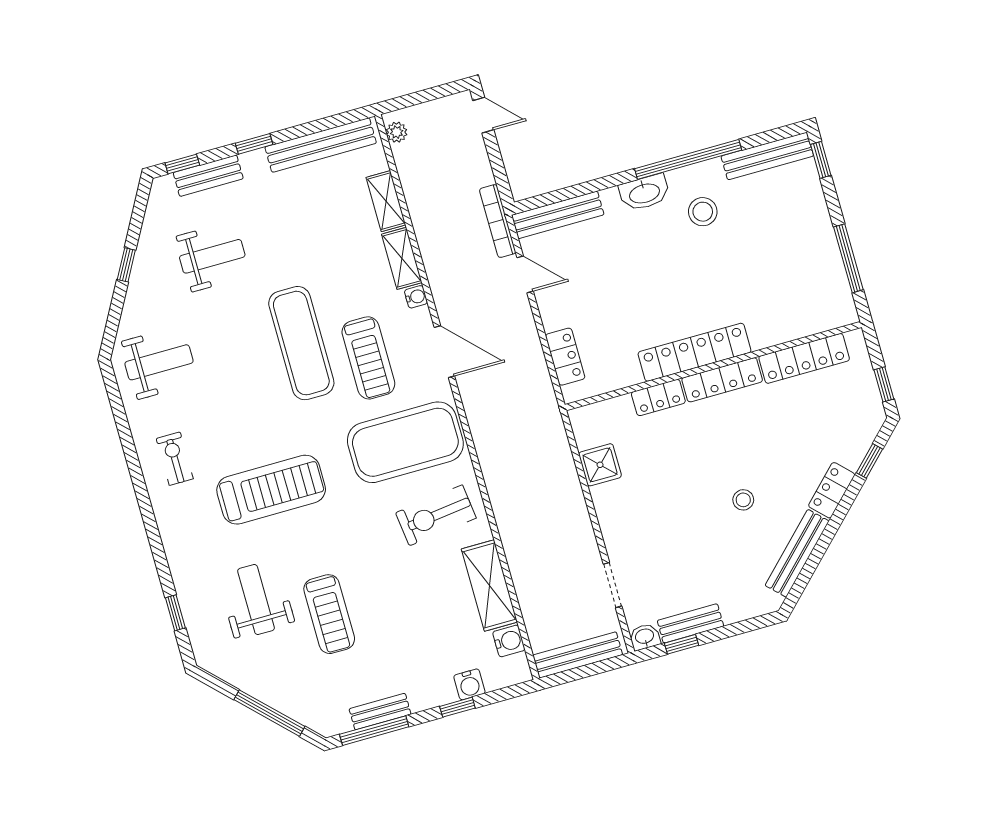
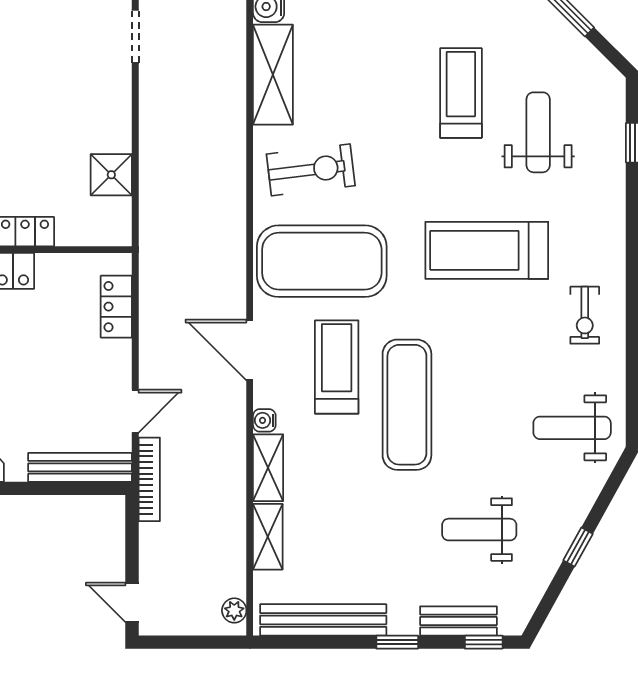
door: (525, 274) -> (135, 411), swing flipped
weight bench: (256, 600) -> (538, 132), turned 180

